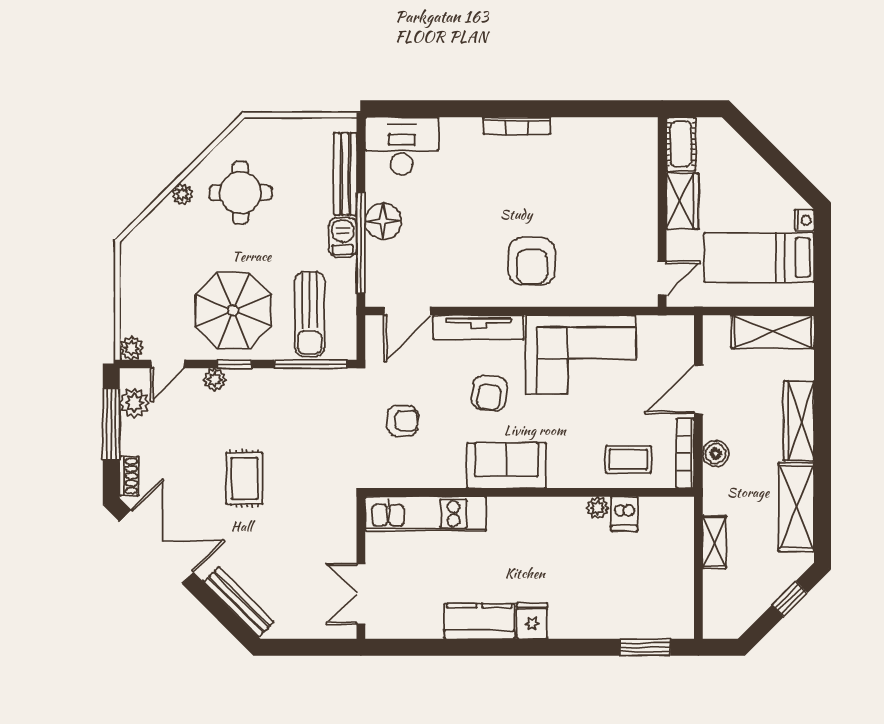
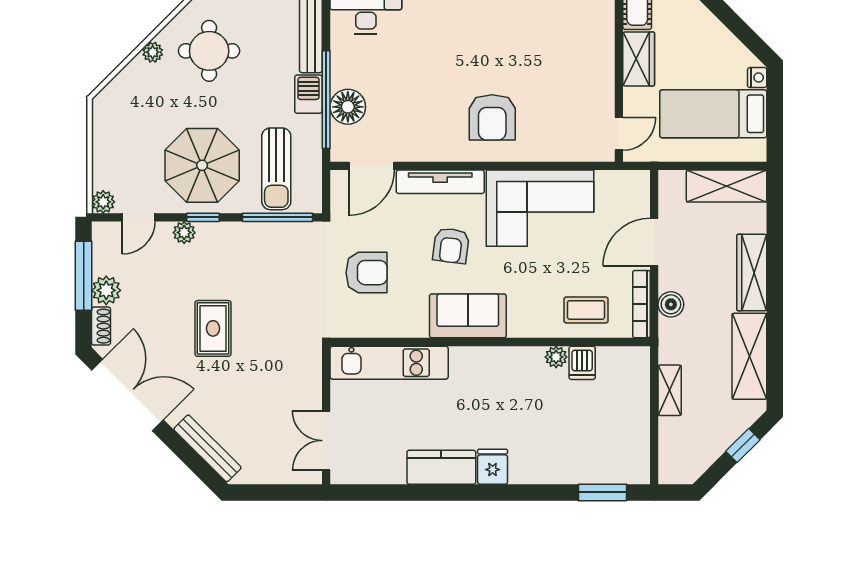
floor lamp: (383, 221) -> (348, 107), moved
plant: (134, 403) -> (106, 290), moved
armchair: (402, 421) -> (367, 273), width x1.38, depth x1.38

